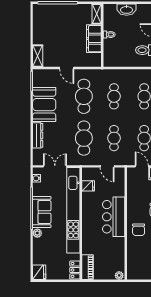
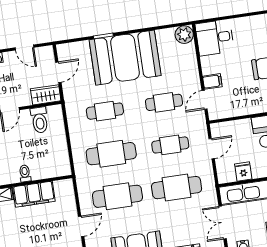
cafe table: (114, 96) -> (111, 154), width x1.37, depth x1.35

